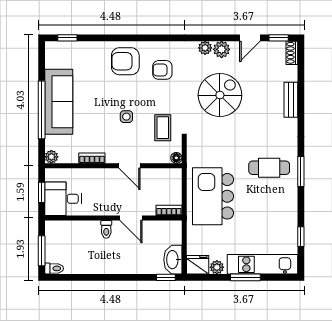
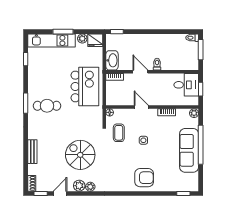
armchair: (162, 70) -> (119, 172), removed
spiral stairs: (220, 95) -> (80, 155), turned 90
washbasin: (173, 260) -> (112, 60), moved

